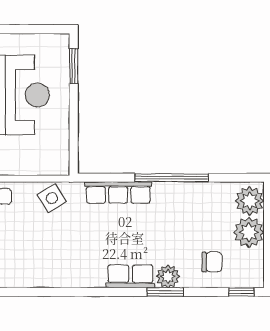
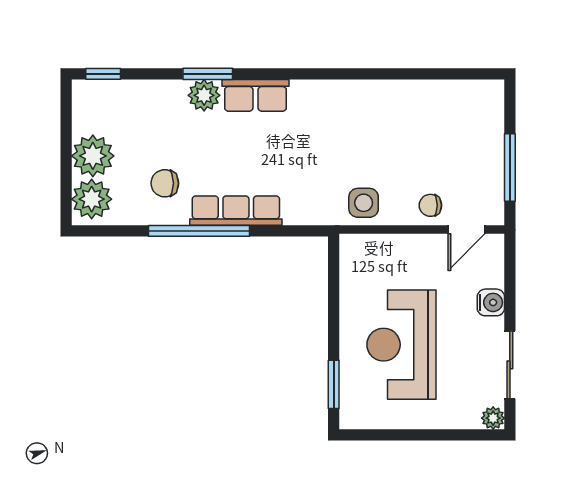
row of seats: (118, 192) -> (236, 211), moved
side table: (52, 198) -> (364, 203), turned 31
chair: (212, 262) -> (165, 183), moved

